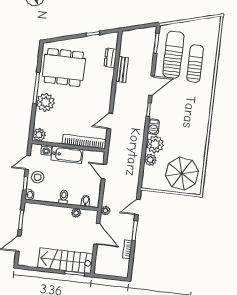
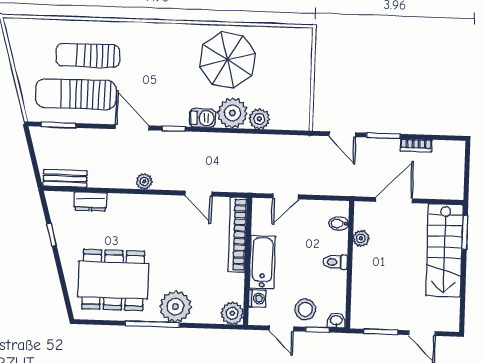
dining table: (64, 67) -> (113, 280), turned 90
bench: (122, 69) -> (65, 178), moved
parasol: (182, 174) -> (228, 60), moved
plant: (106, 210) -> (144, 181), moved

